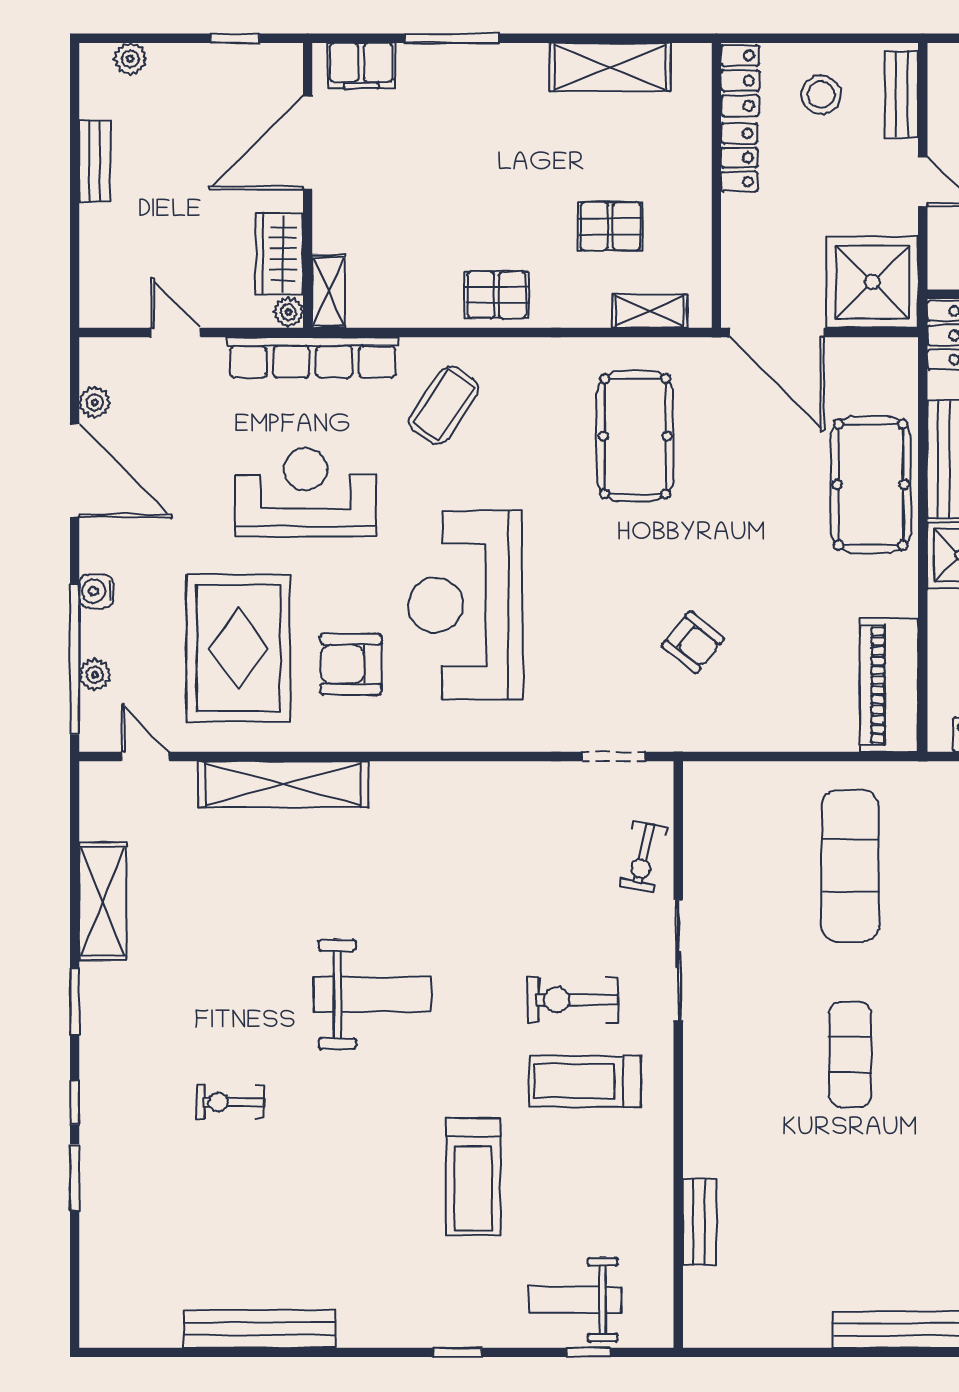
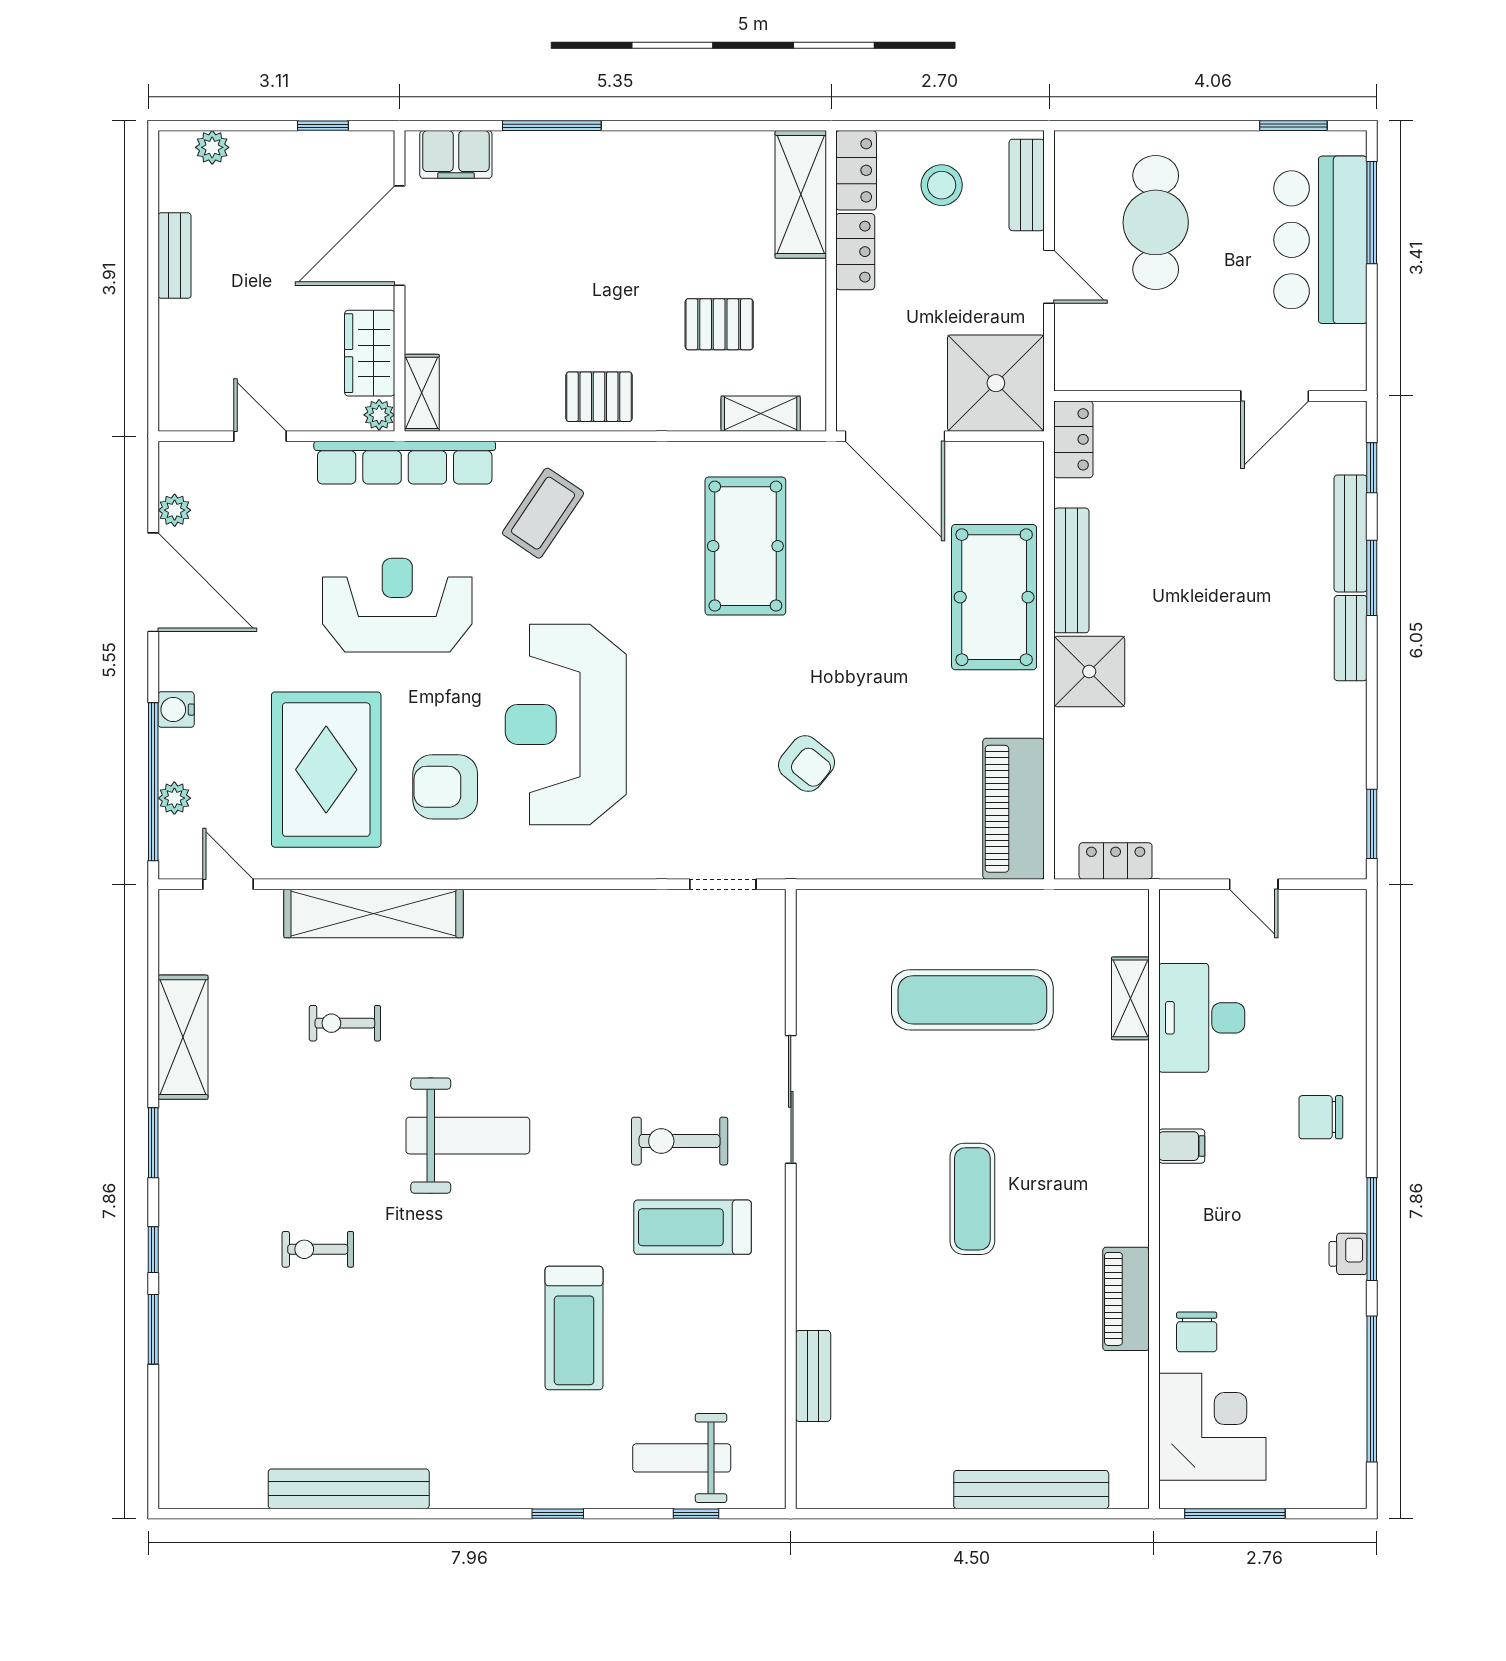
shelving: (610, 67) -> (801, 194), moved, turned 90
exercise bike: (643, 857) -> (345, 1023), moved, turned 78
exercise mat: (850, 866) -> (972, 1000), turned 90

